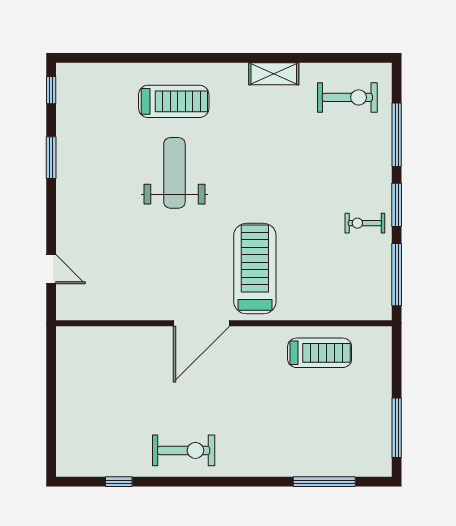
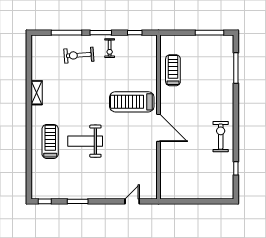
exercise bike: (347, 97) -> (79, 55), moved, turned -94
window: (397, 275) -> (135, 33), width x0.46

